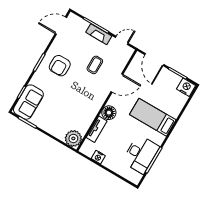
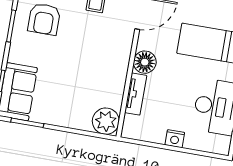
nightstand: (98, 157) -> (175, 139), moved

